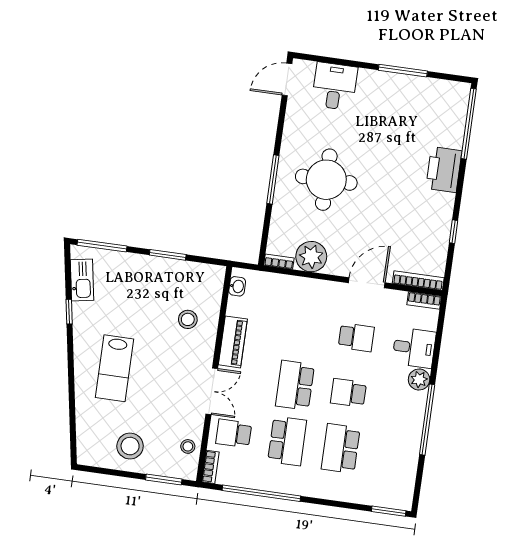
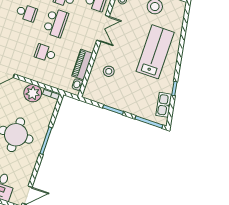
school desk: (356, 337) -> (45, 53), moved
piano: (233, 342) -> (82, 65), moved
lab bench: (114, 368) -> (155, 52), width x1.36, depth x1.39
double door: (212, 391) -> (103, 28), swing flipped

